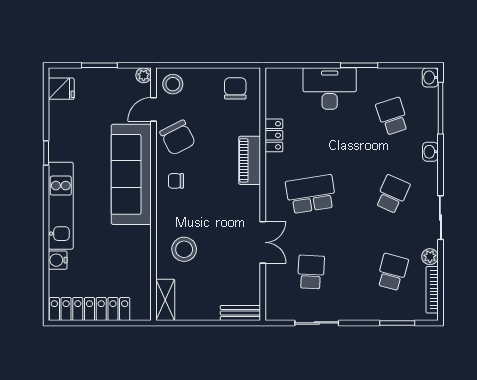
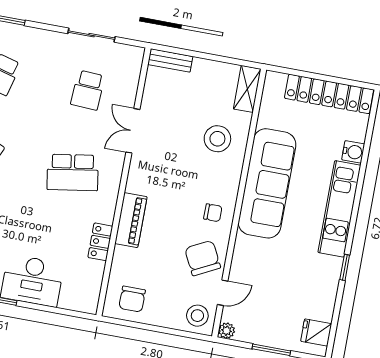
sofa: (131, 174) -> (267, 183), moved

